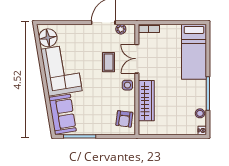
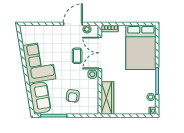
floor lamp: (48, 38) -> (28, 36), removed
bed: (194, 52) -> (141, 47), width x1.50
double door: (137, 59) -> (100, 53), width x1.37
wardrobe: (146, 101) -> (107, 98), moved
armchair: (124, 119) -> (73, 96), moved

